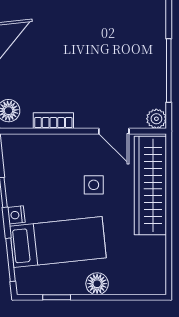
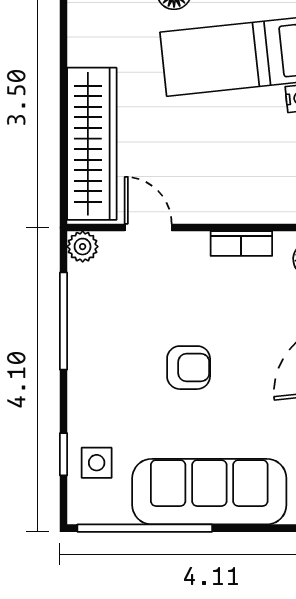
armchair: (88, 40) -> (189, 368), added
side table: (94, 185) -> (179, 145), removed

